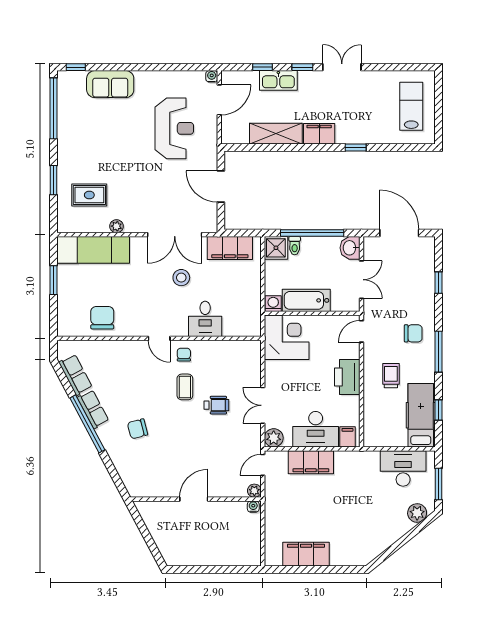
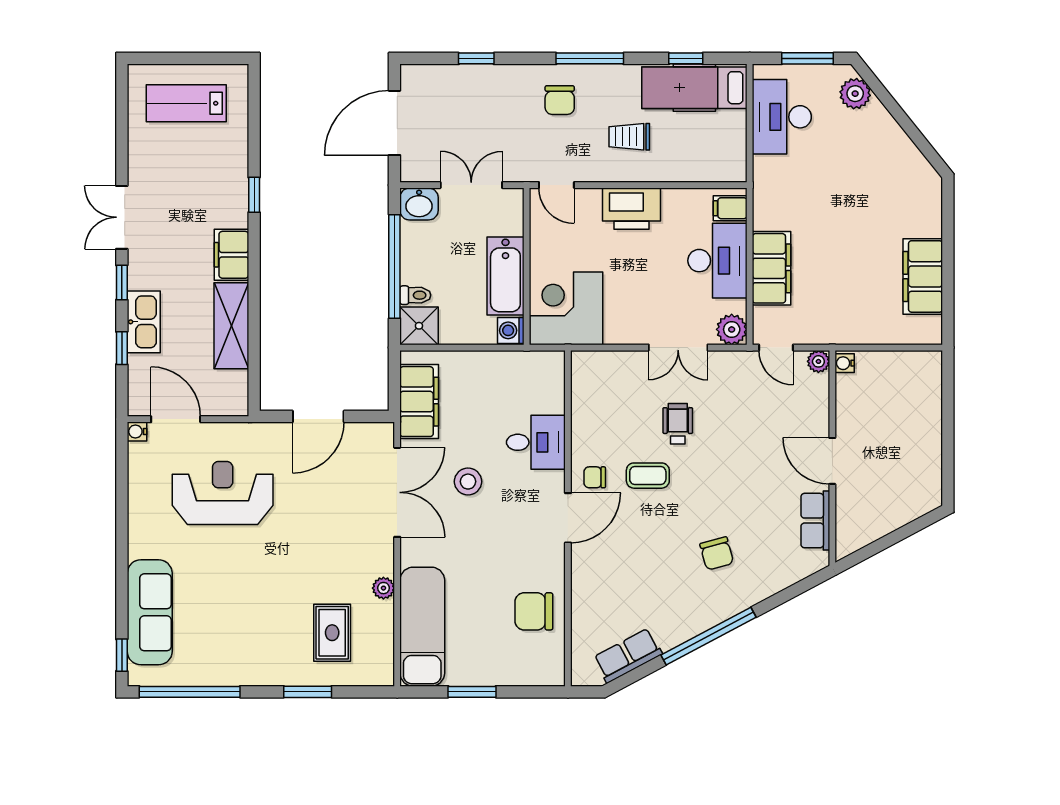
sofa: (110, 84) -> (150, 612), width x1.36
chair: (413, 333) -> (560, 100), turned 180
door: (159, 338) -> (568, 518), width x1.38
row of seats: (93, 409) -> (815, 521), moved, turned -62

